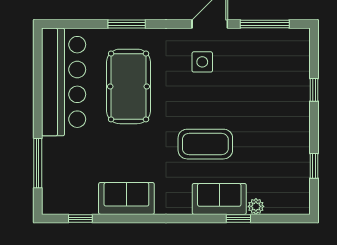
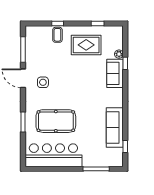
coffee table: (205, 144) -> (57, 35), moved, width x0.54, depth x0.58
rug: (273, 144) -> (86, 45), added
sofa: (126, 198) -> (115, 127), width x1.36

